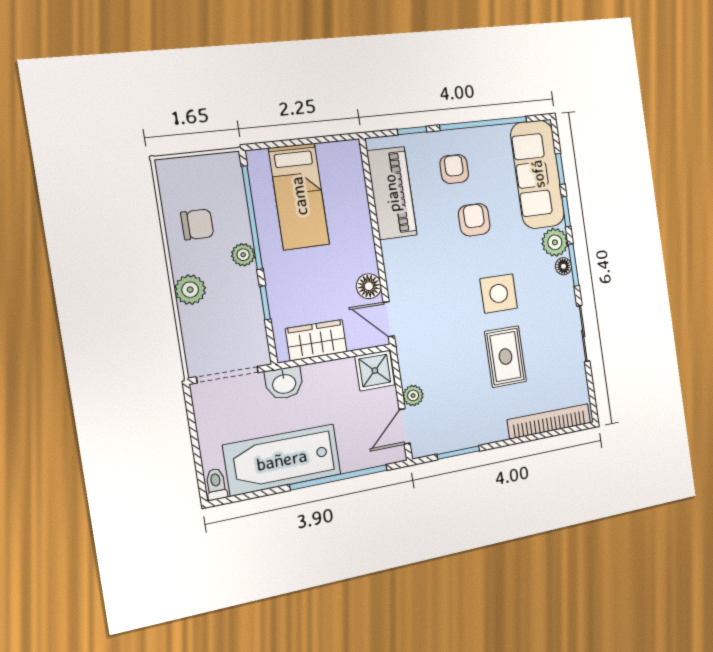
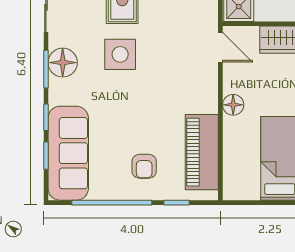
armchair: (474, 220) -> (133, 121), removed
plant: (555, 242) -> (61, 92), removed
floor lamp: (563, 266) -> (63, 63), width x1.89, depth x1.89
floor lamp: (369, 286) -> (233, 105), moved

